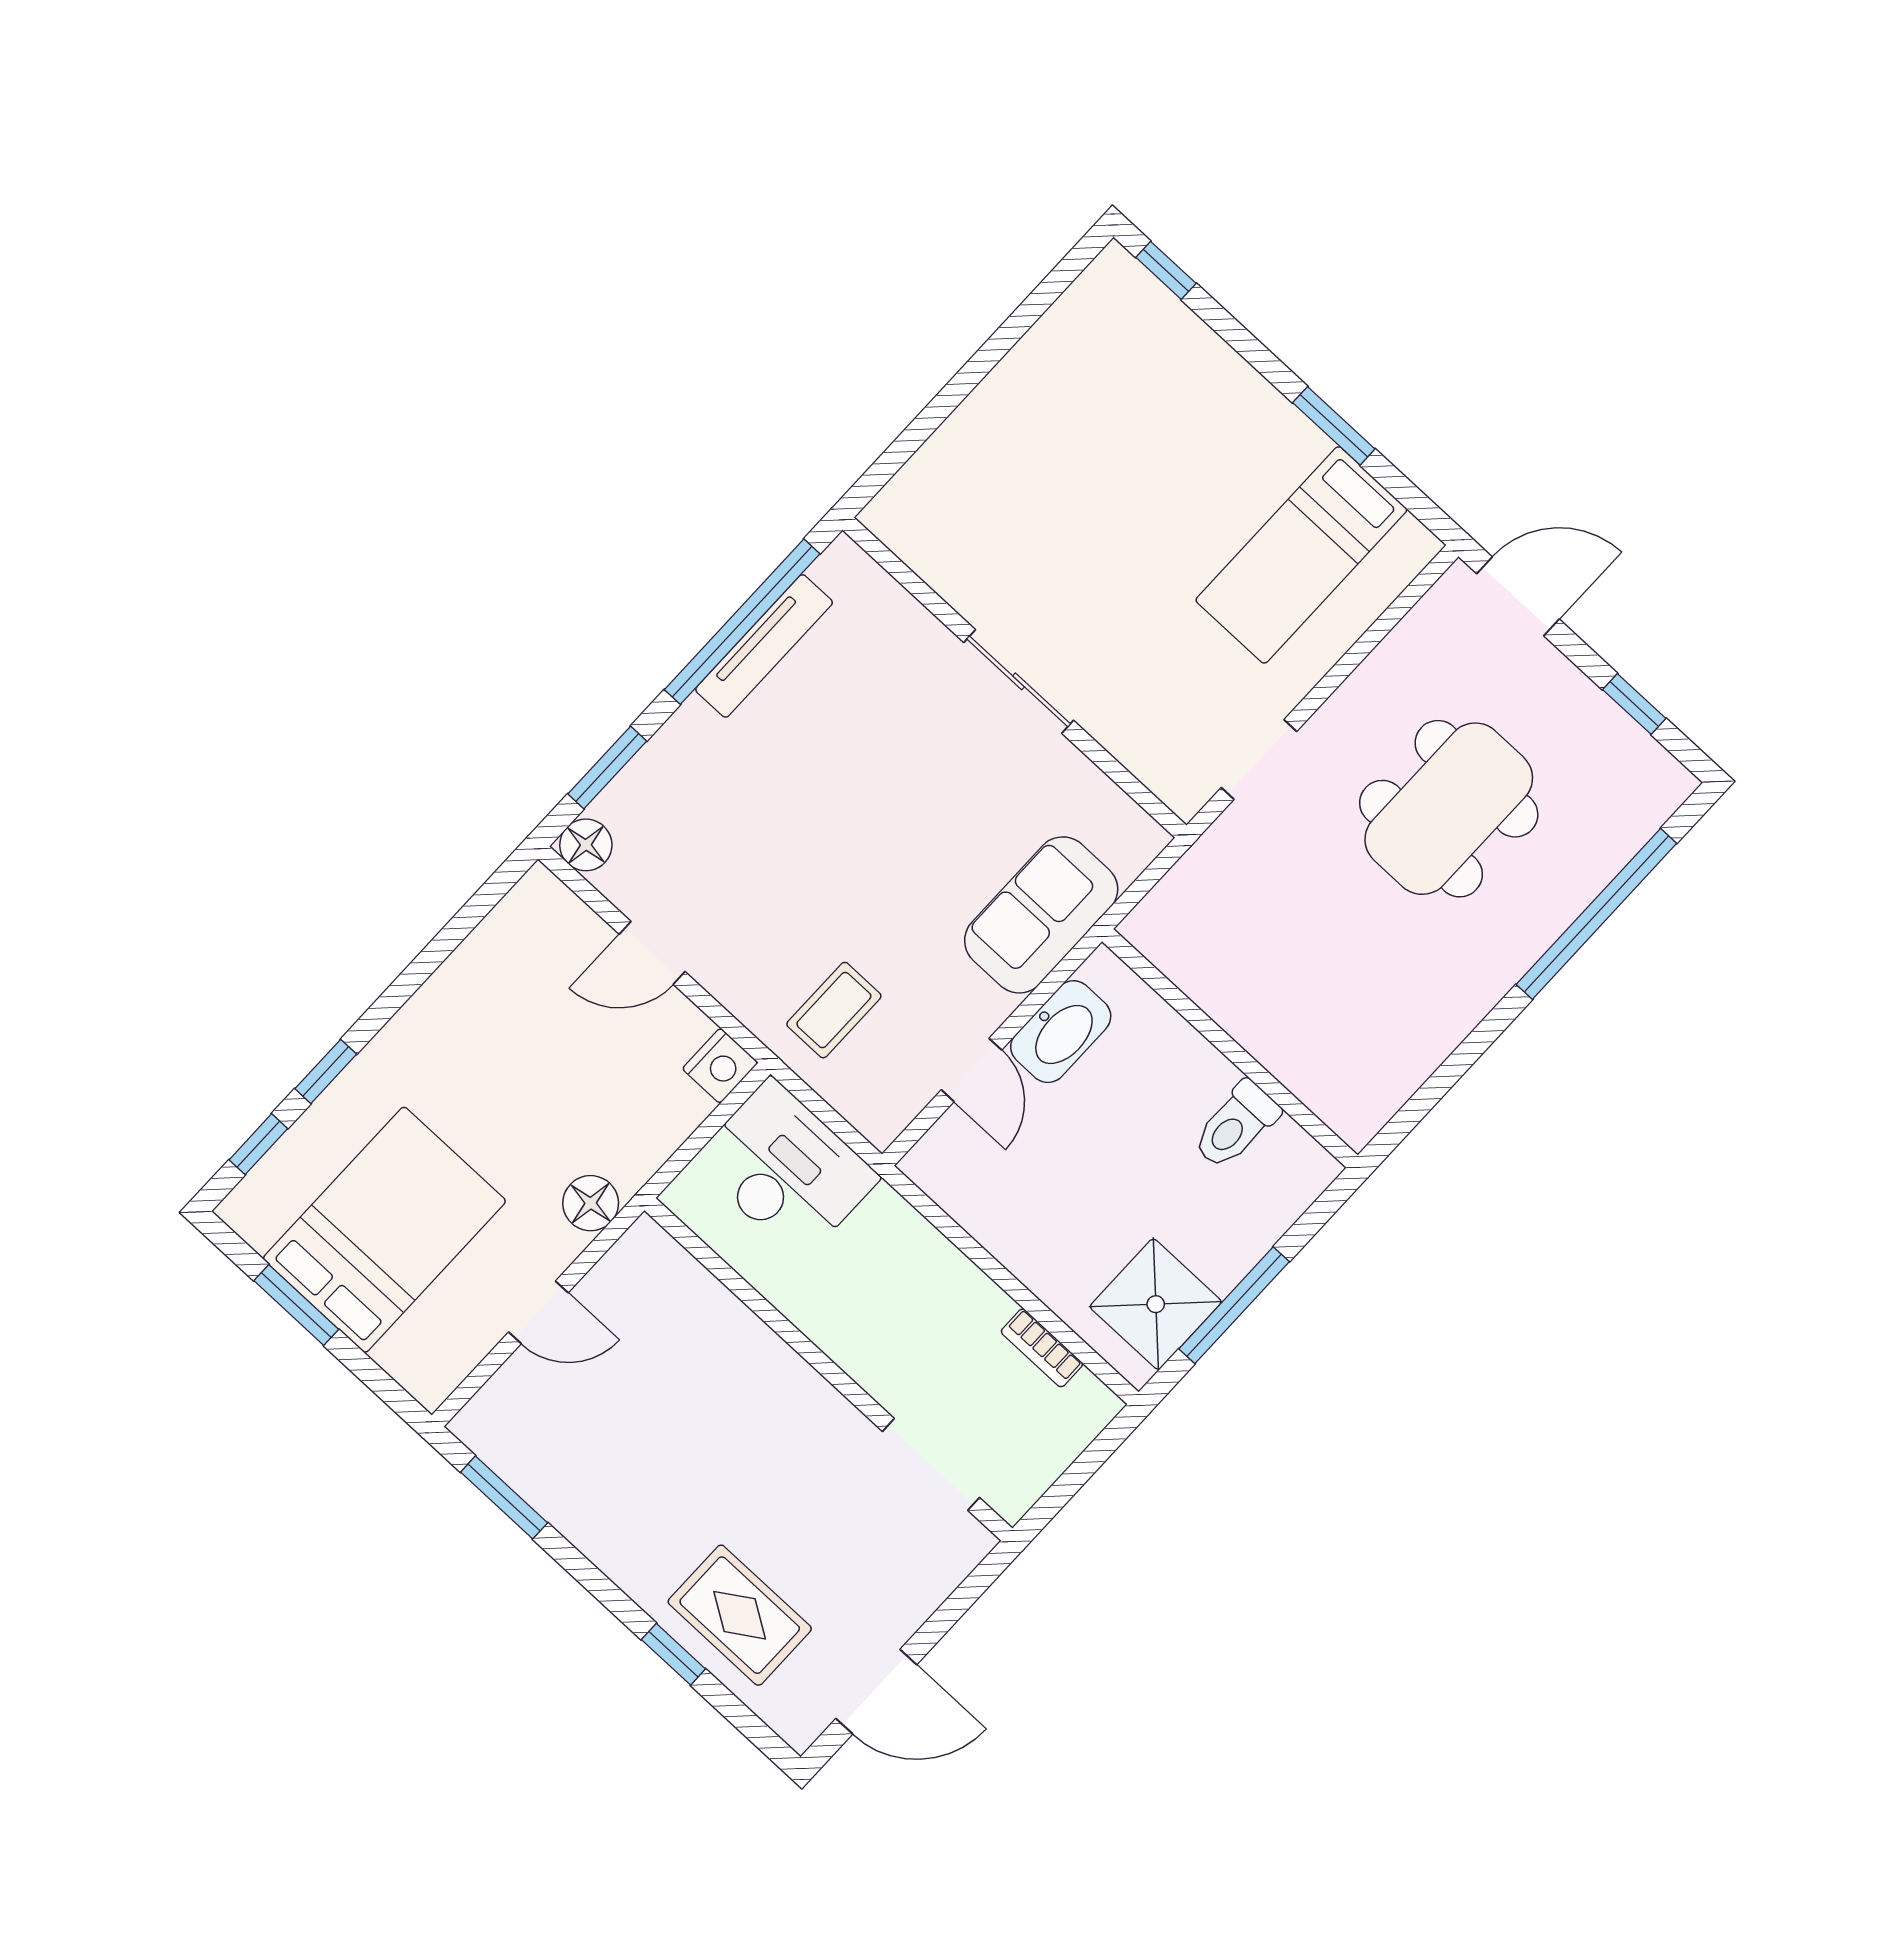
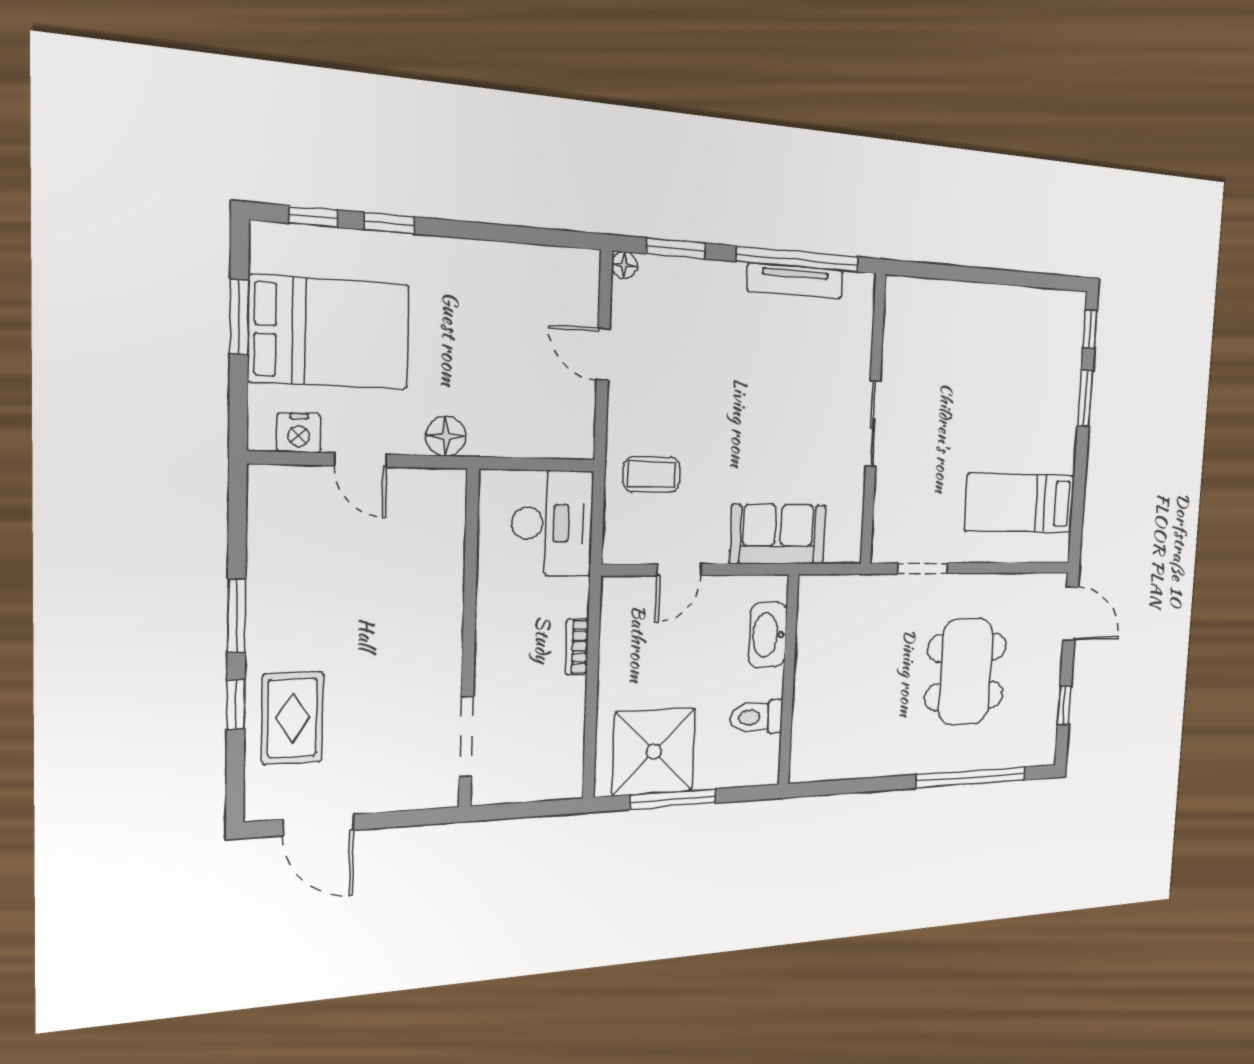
window: (1334, 426) -> (1085, 398), moved
dining table: (1449, 809) -> (966, 672), turned 90
floor lamp: (586, 845) -> (624, 265), width x0.73, depth x0.73
washbasin: (1061, 1032) -> (768, 635), moved, turned 90
nightstand: (720, 1066) -> (299, 433), moved
shower: (1156, 1304) -> (654, 752), width x1.37, depth x1.37
bookcase: (1042, 1348) -> (577, 647), moved
window: (504, 1497) -> (237, 616), moved

